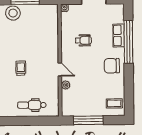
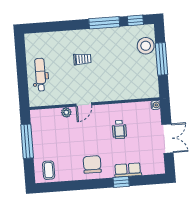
window: (128, 42) -> (121, 182), width x0.32

